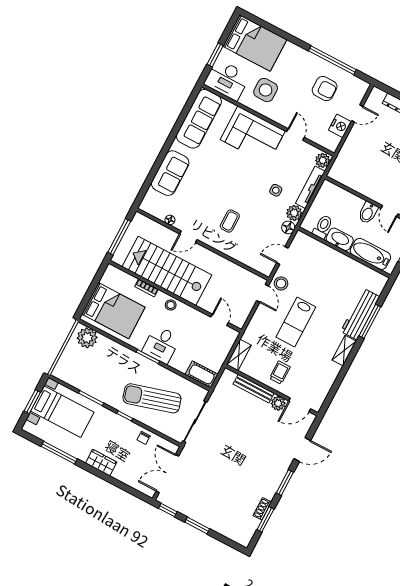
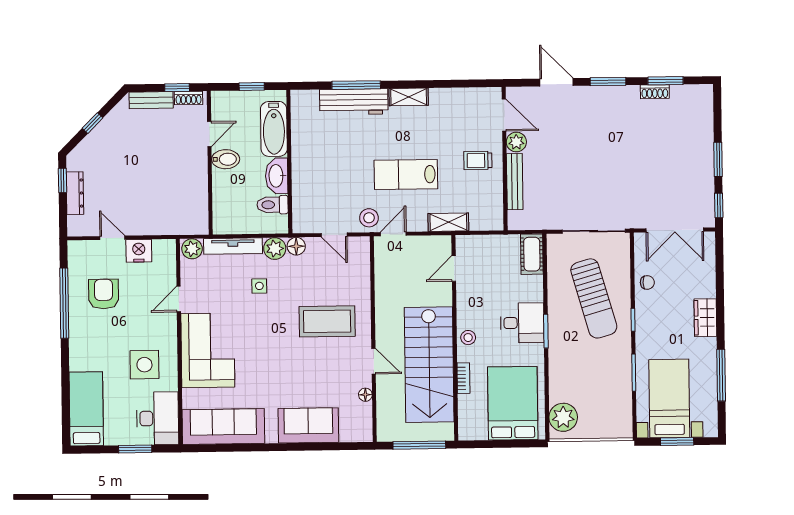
bed: (255, 43) -> (86, 409), width x0.67
coffee table: (230, 221) -> (327, 321), width x1.86, depth x1.72
lab bench: (296, 322) -> (406, 174), turned 180
shelving: (239, 355) -> (448, 222), moved

